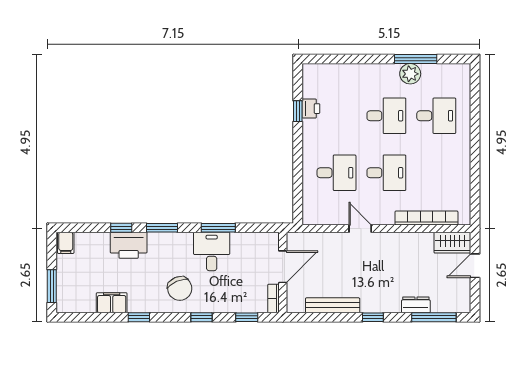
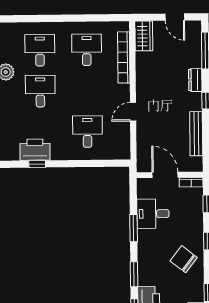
printer: (311, 109) -> (35, 150), width x1.87, depth x1.48
desk: (386, 173) -> (87, 50), moved
desk: (212, 251) -> (153, 214), moved
door: (475, 266) -> (175, 17), moved
chair: (180, 288) -> (184, 259), turned -119
dresser: (416, 305) -> (195, 80), moved

